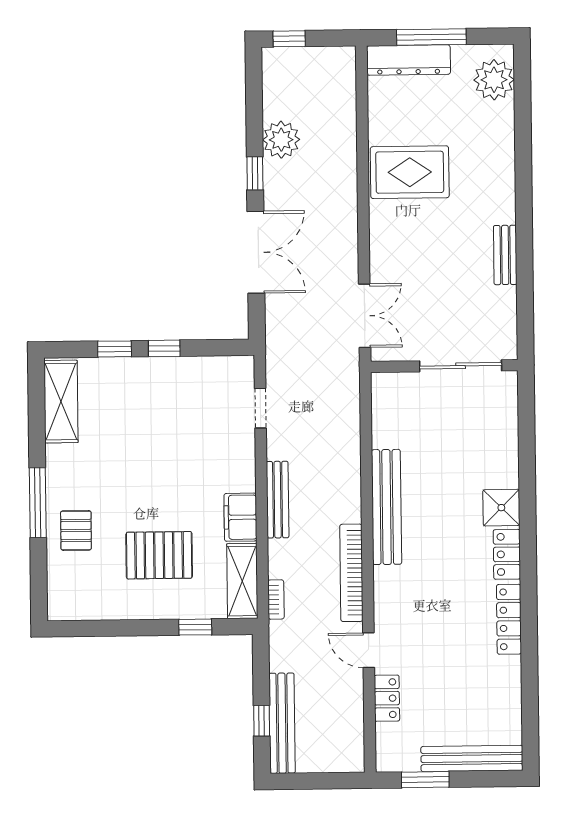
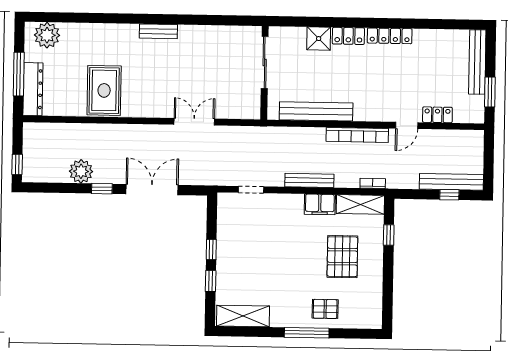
wall: (444, 366) -> (264, 73), moved
sliding door: (461, 366) -> (265, 62), moved

